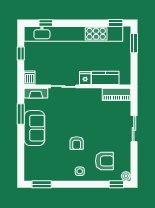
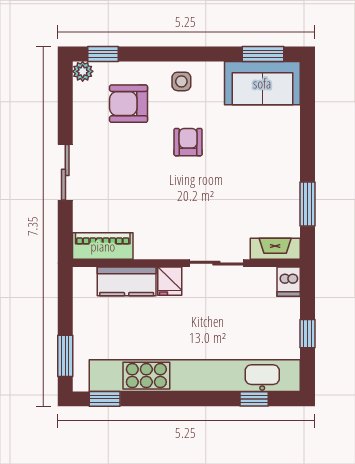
sofa: (34, 128) -> (262, 83), moved, turned -90

